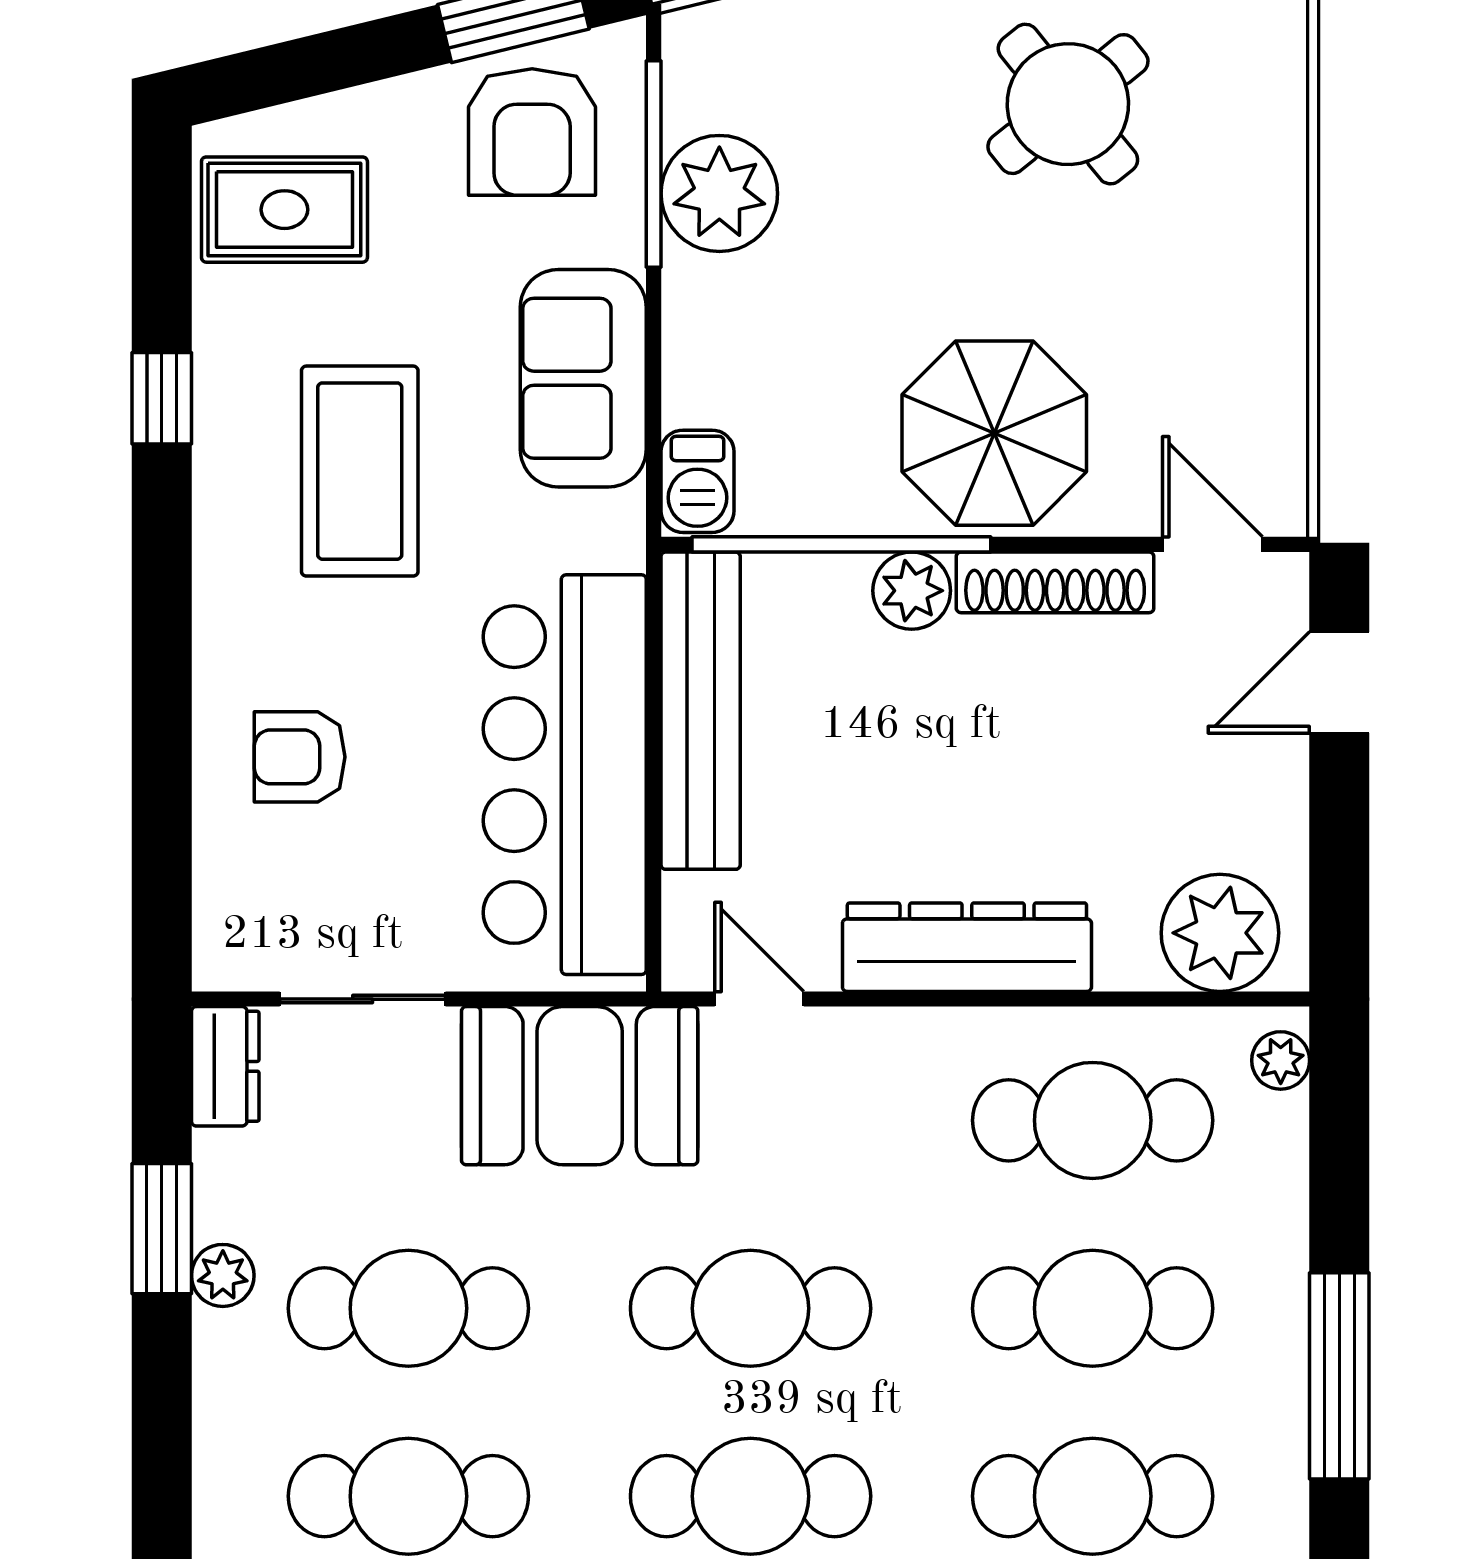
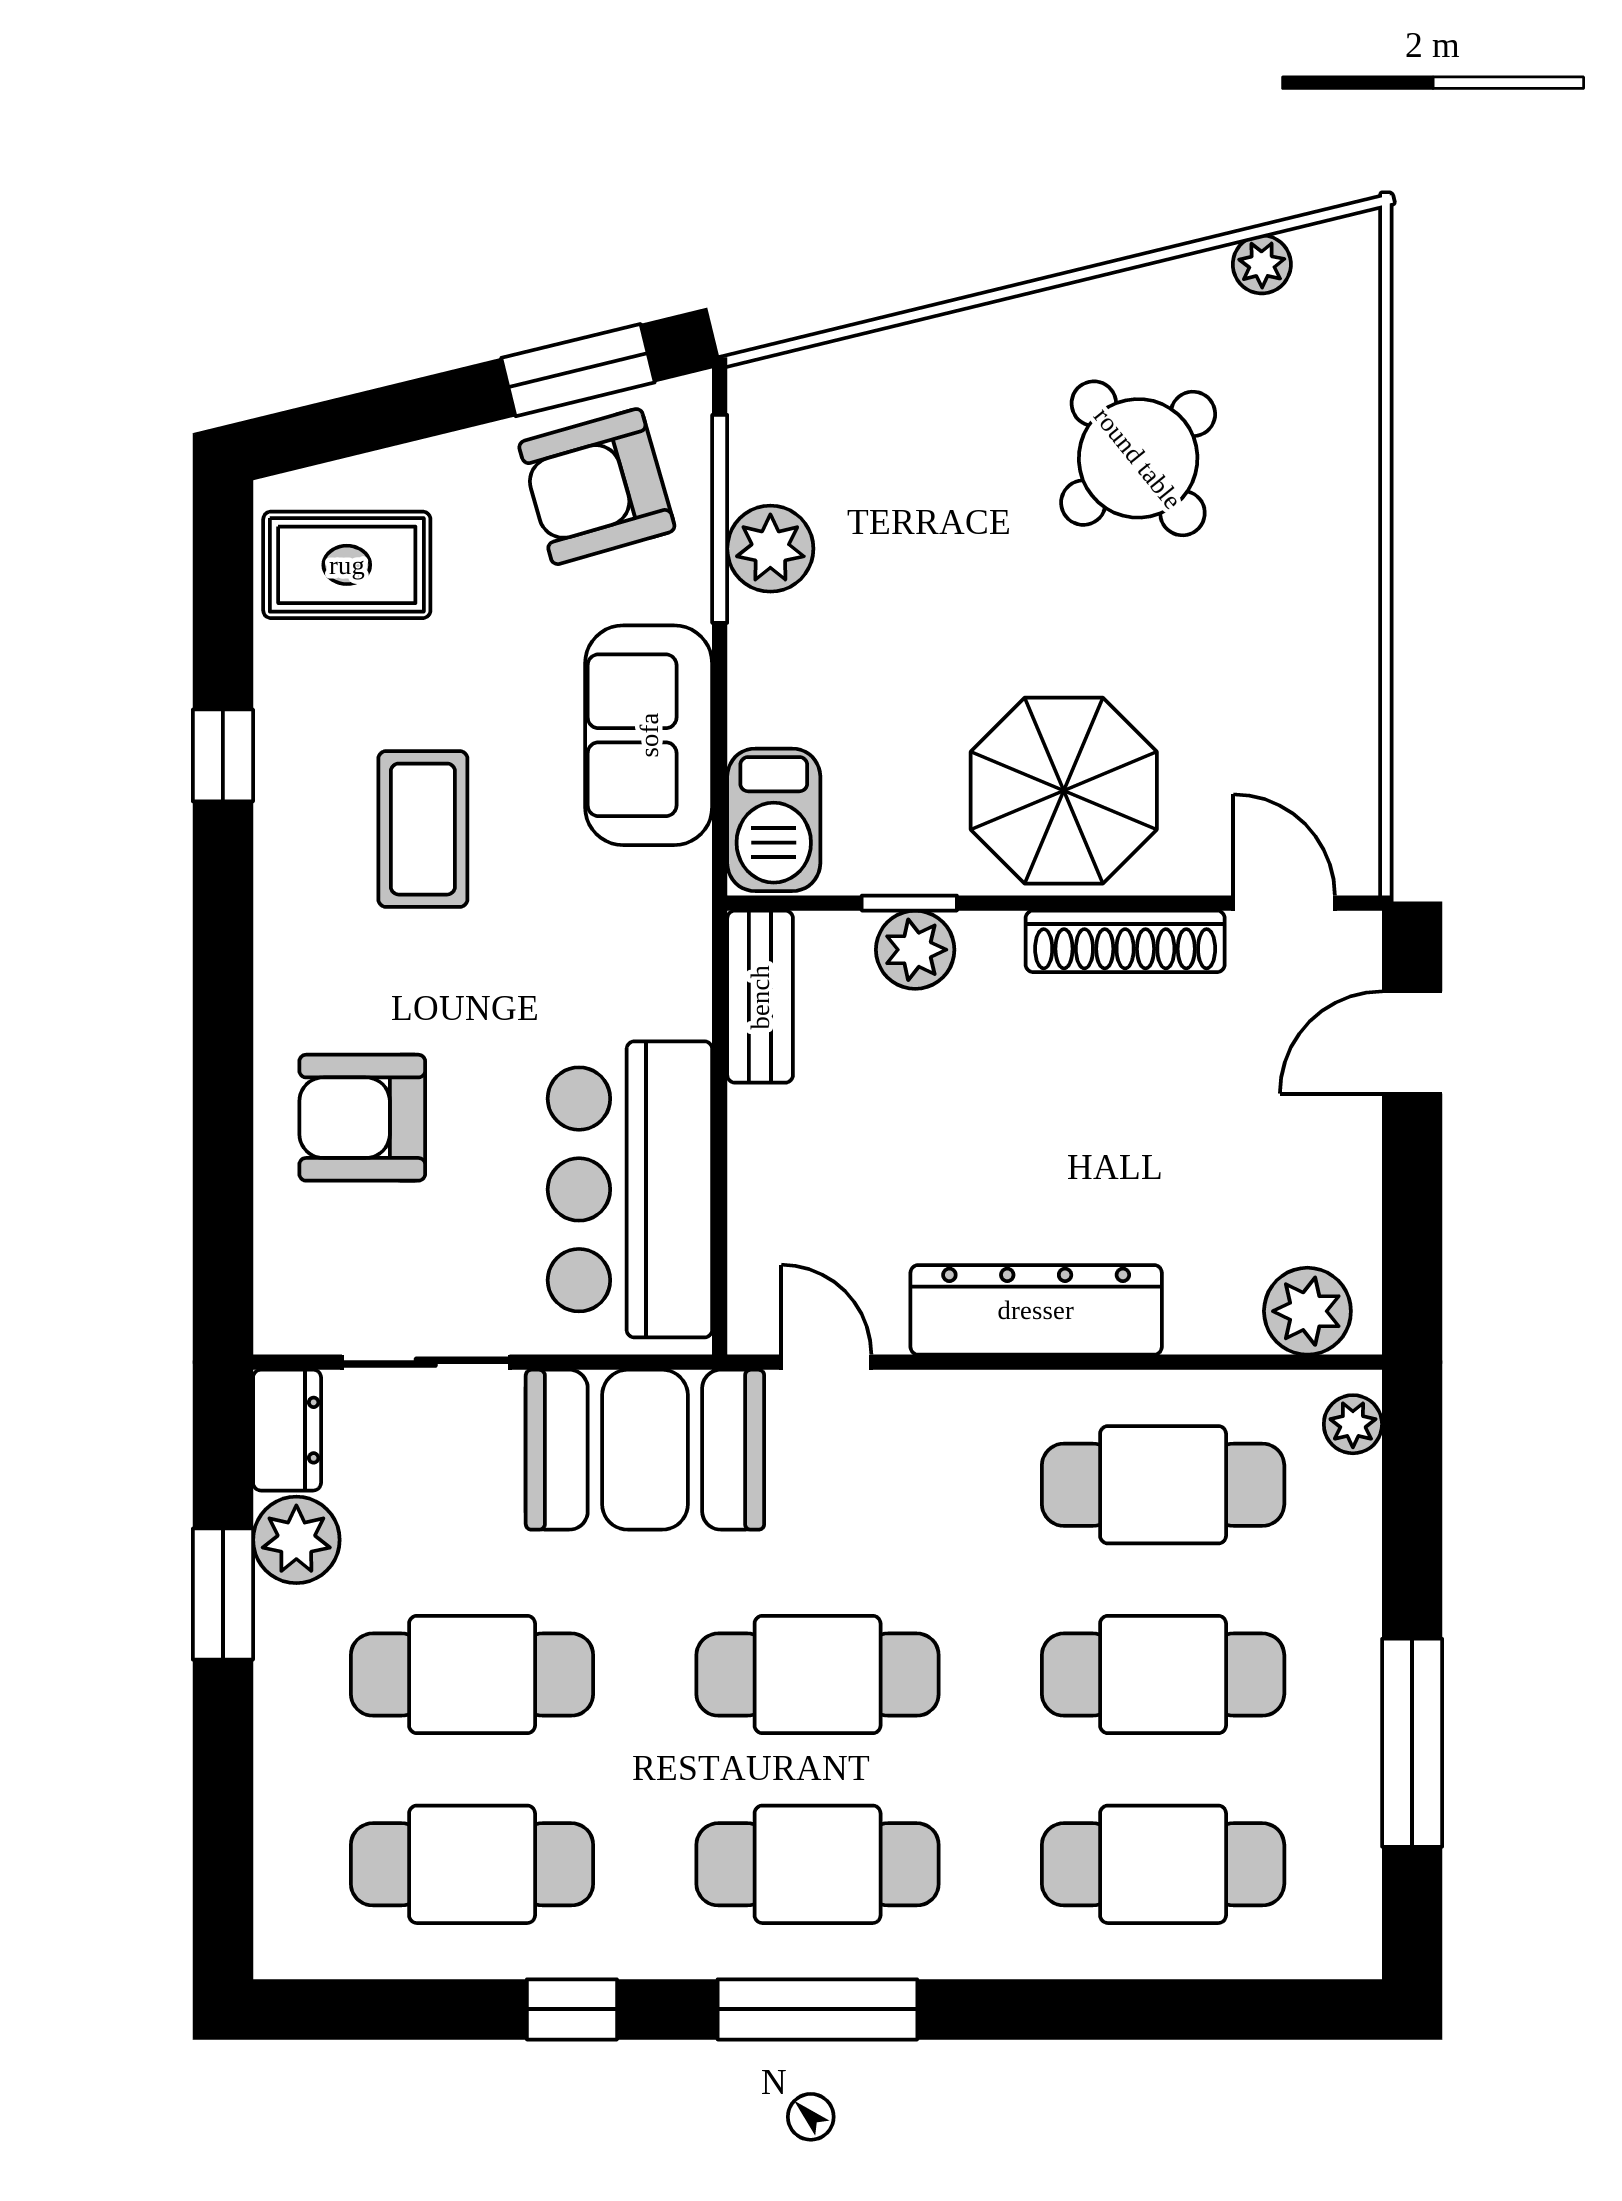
armchair: (532, 132) -> (597, 487), turned 74
plant: (719, 193) -> (770, 549), width x0.73, depth x0.73
coffee table: (360, 471) -> (423, 829), width x0.73, depth x0.76
barbecue: (697, 481) -> (774, 820), width x1.38, depth x1.27
window: (841, 544) -> (909, 903), width x0.32
plant: (912, 591) -> (915, 950), moved
bench: (701, 711) -> (760, 997), width x0.54, depth x0.82
armchair: (300, 757) -> (362, 1118), width x1.38, depth x1.38
bar counter: (565, 775) -> (630, 1189), width x0.73
plant: (1220, 933) -> (1307, 1311), width x0.73, depth x0.73
plant: (223, 1275) -> (296, 1540), moved, width x1.38, depth x1.38

